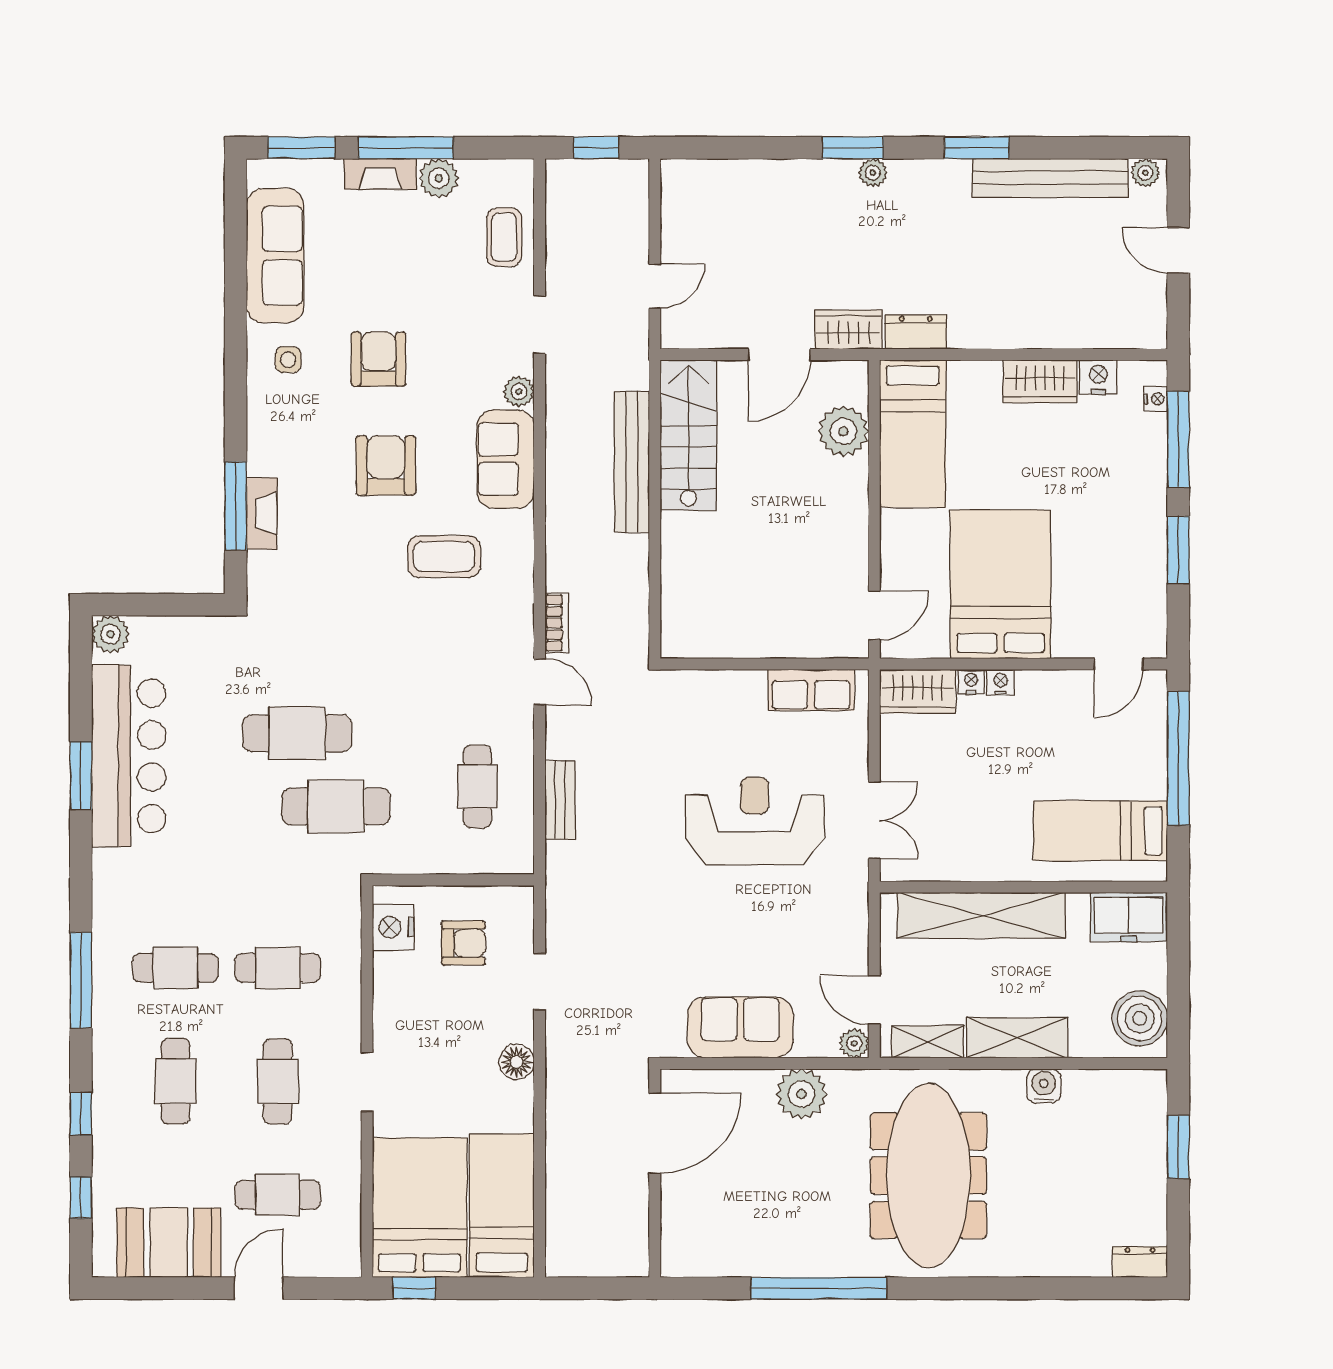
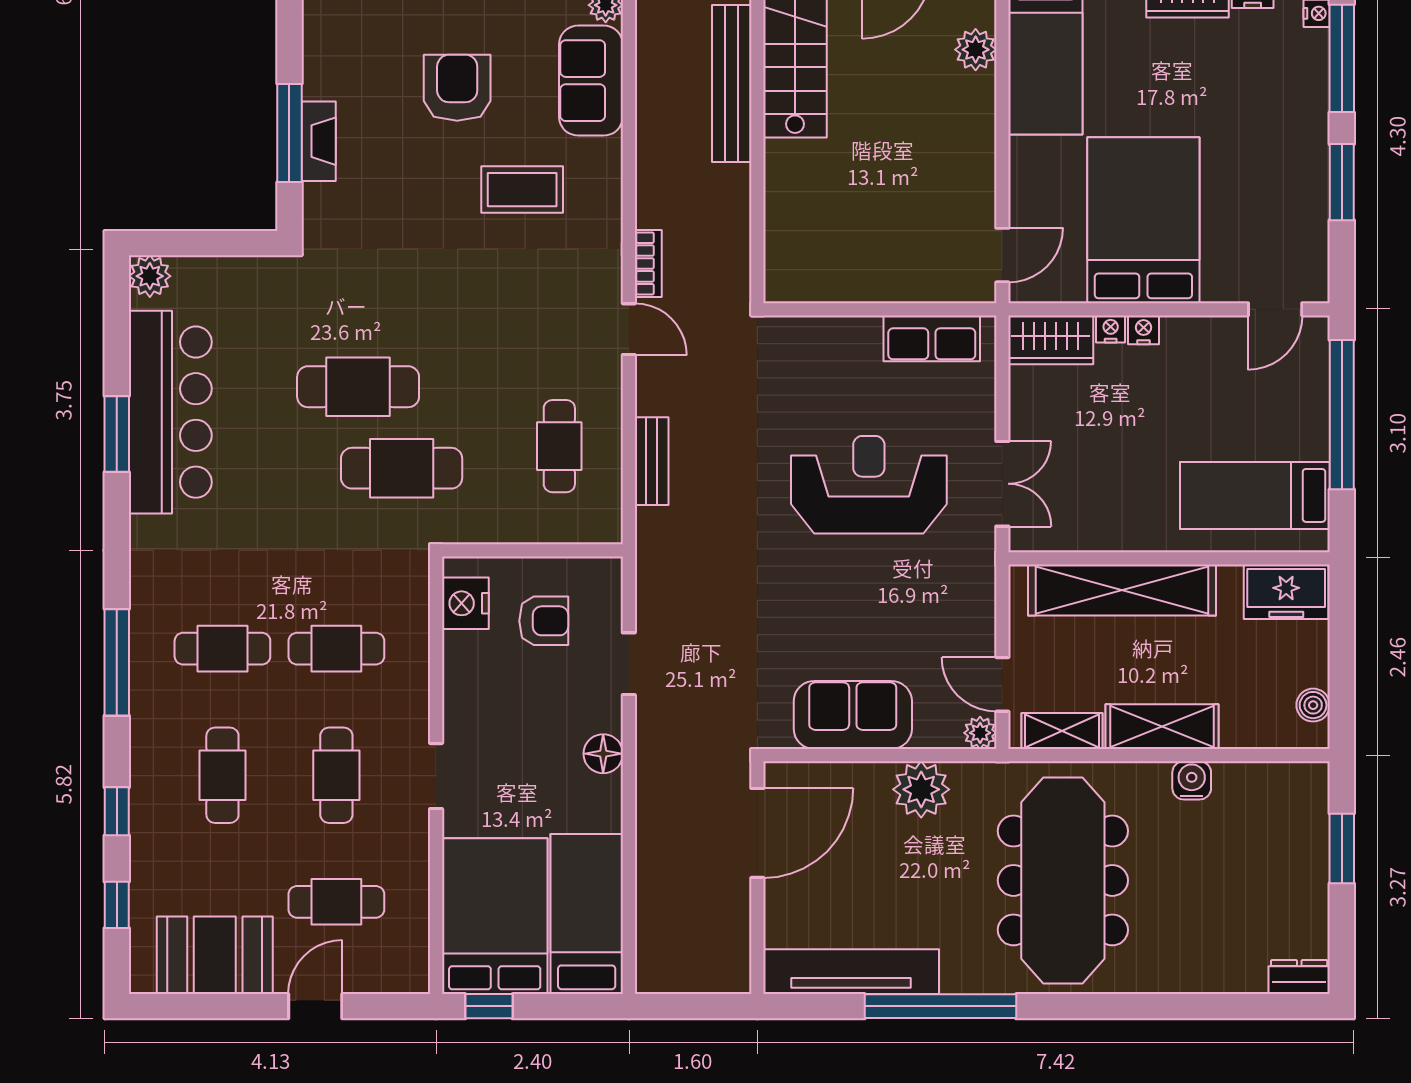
plant: (843, 431) -> (976, 50), width x0.73, depth x0.73
boiler: (1140, 1019) -> (1313, 705), width x0.54, depth x0.54
tv unit: (739, 1257) -> (851, 972), added

